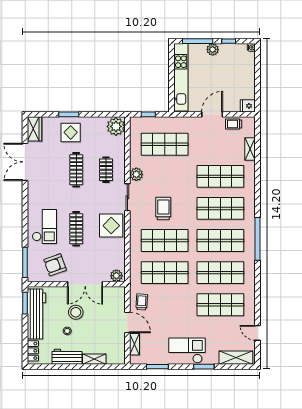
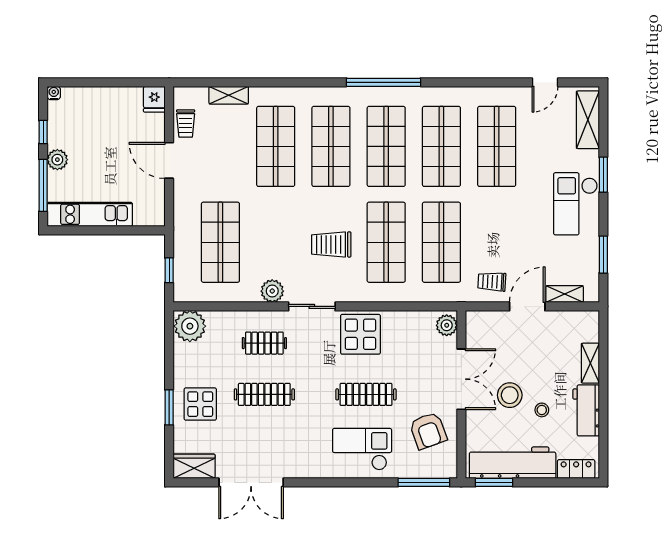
kitchen unit: (181, 77) -> (90, 214), width x0.73

